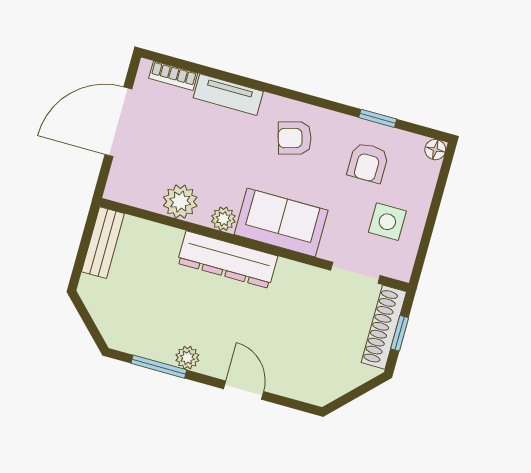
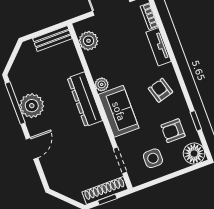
floor lamp: (435, 150) -> (194, 154), width x1.89, depth x1.89
plant: (180, 202) -> (89, 41), moved
plant: (187, 358) -> (32, 106), width x1.88, depth x1.88
window: (159, 367) -> (15, 103), width x1.44

